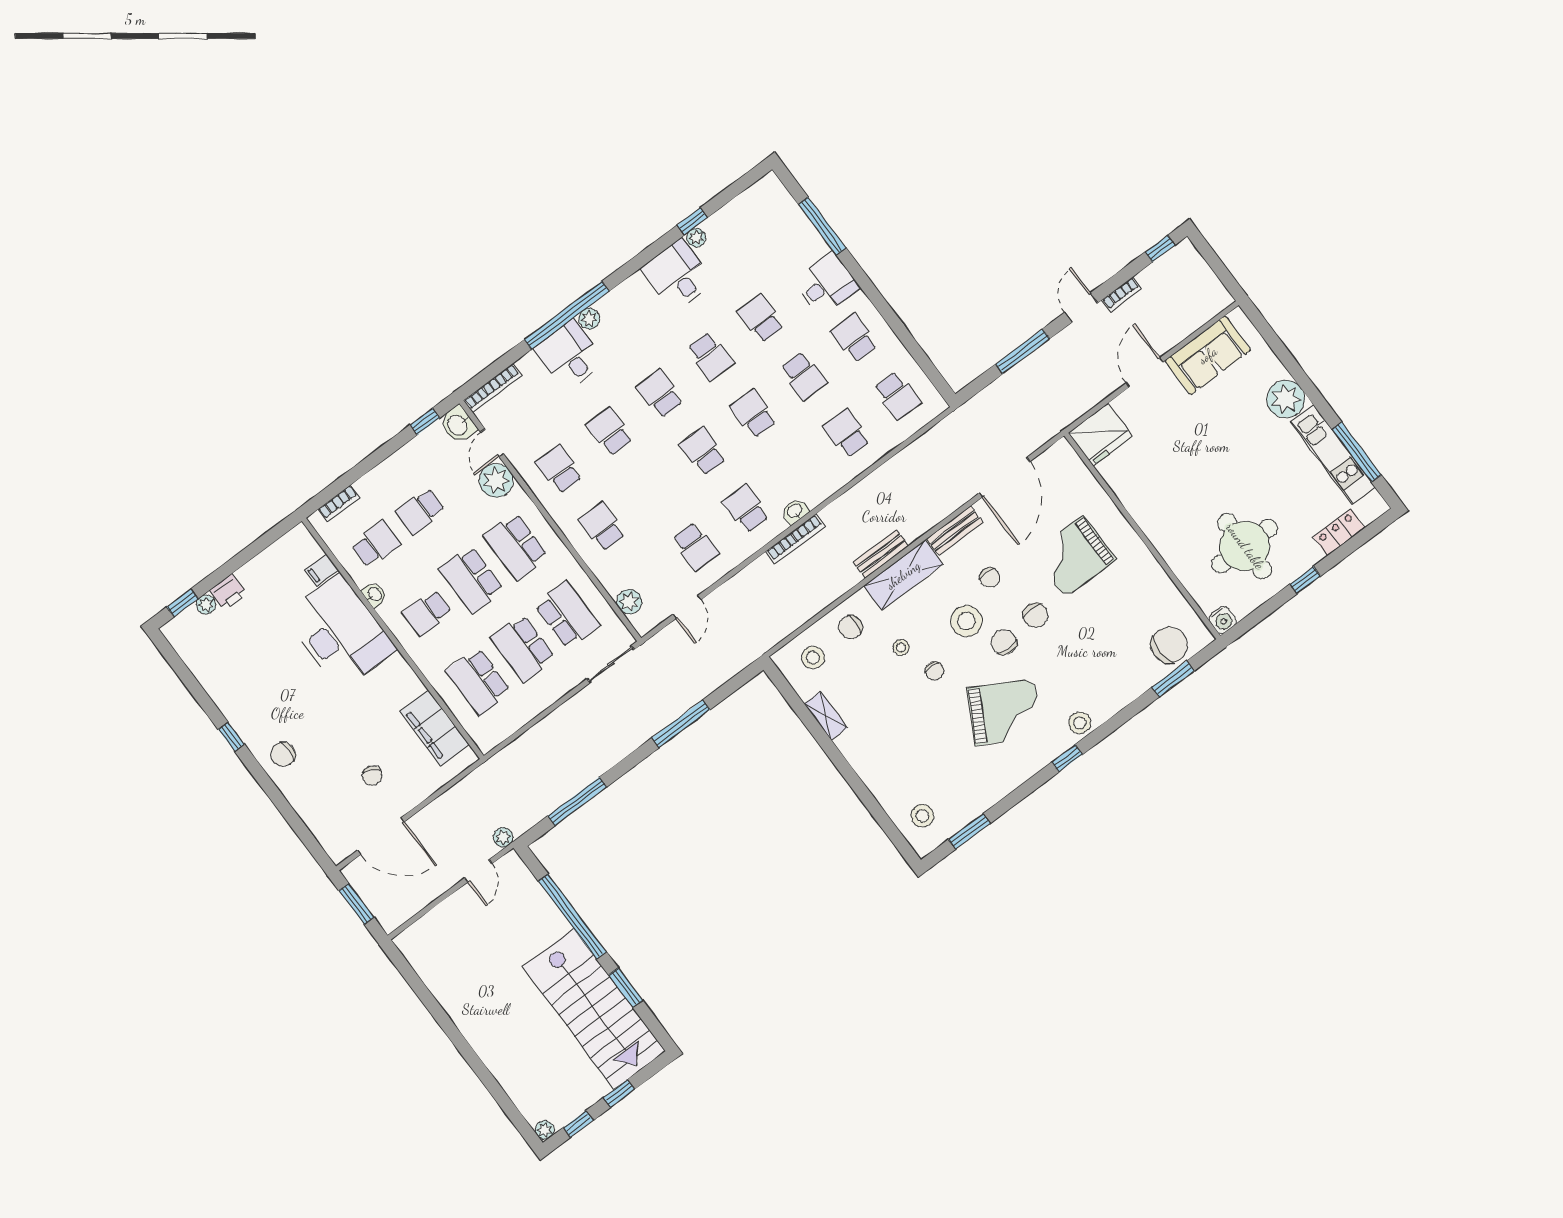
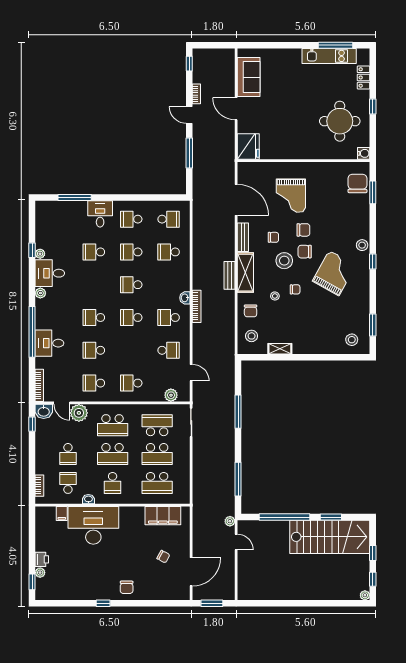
plant: (589, 319) -> (40, 293), moved
school desk: (710, 356) -> (94, 285), removed
school desk: (804, 376) -> (131, 252), turned 180
plant: (1286, 399) -> (291, 58), removed

